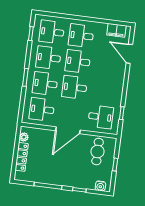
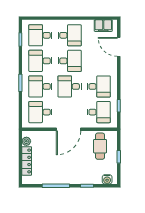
desk: (81, 36) -> (70, 35), turned 180
desk: (78, 62) -> (70, 61), turned 180
desk: (104, 91) -> (99, 86), added

